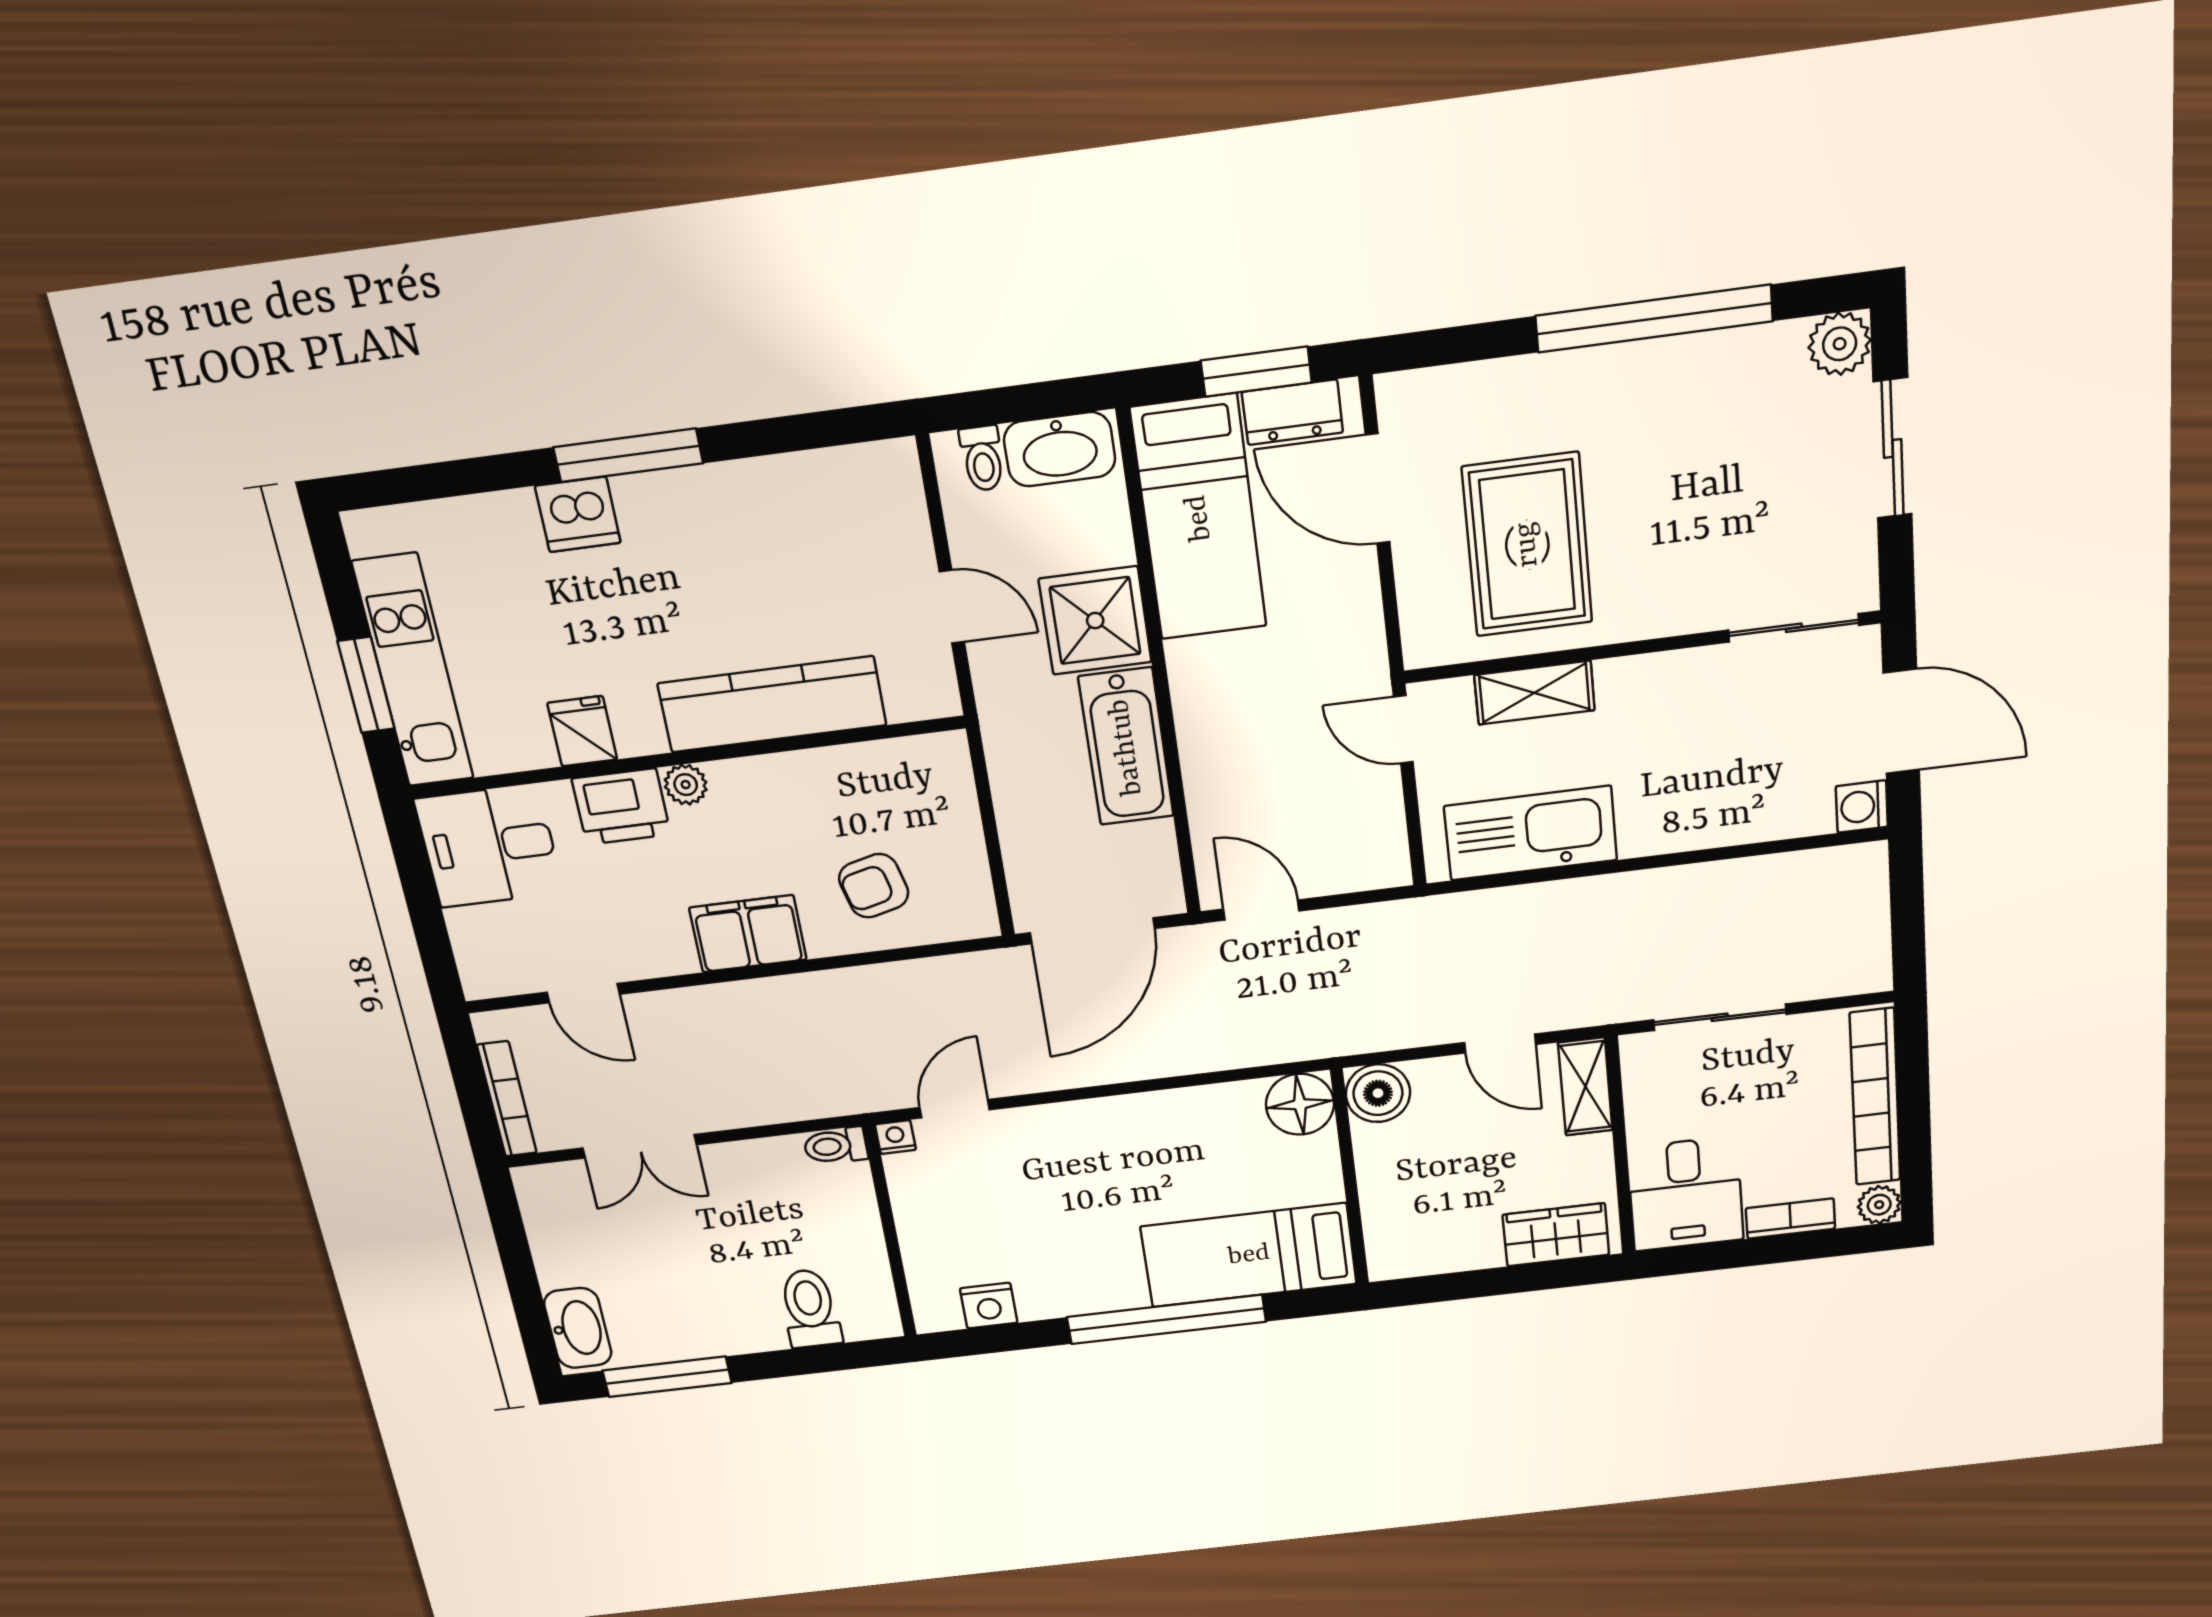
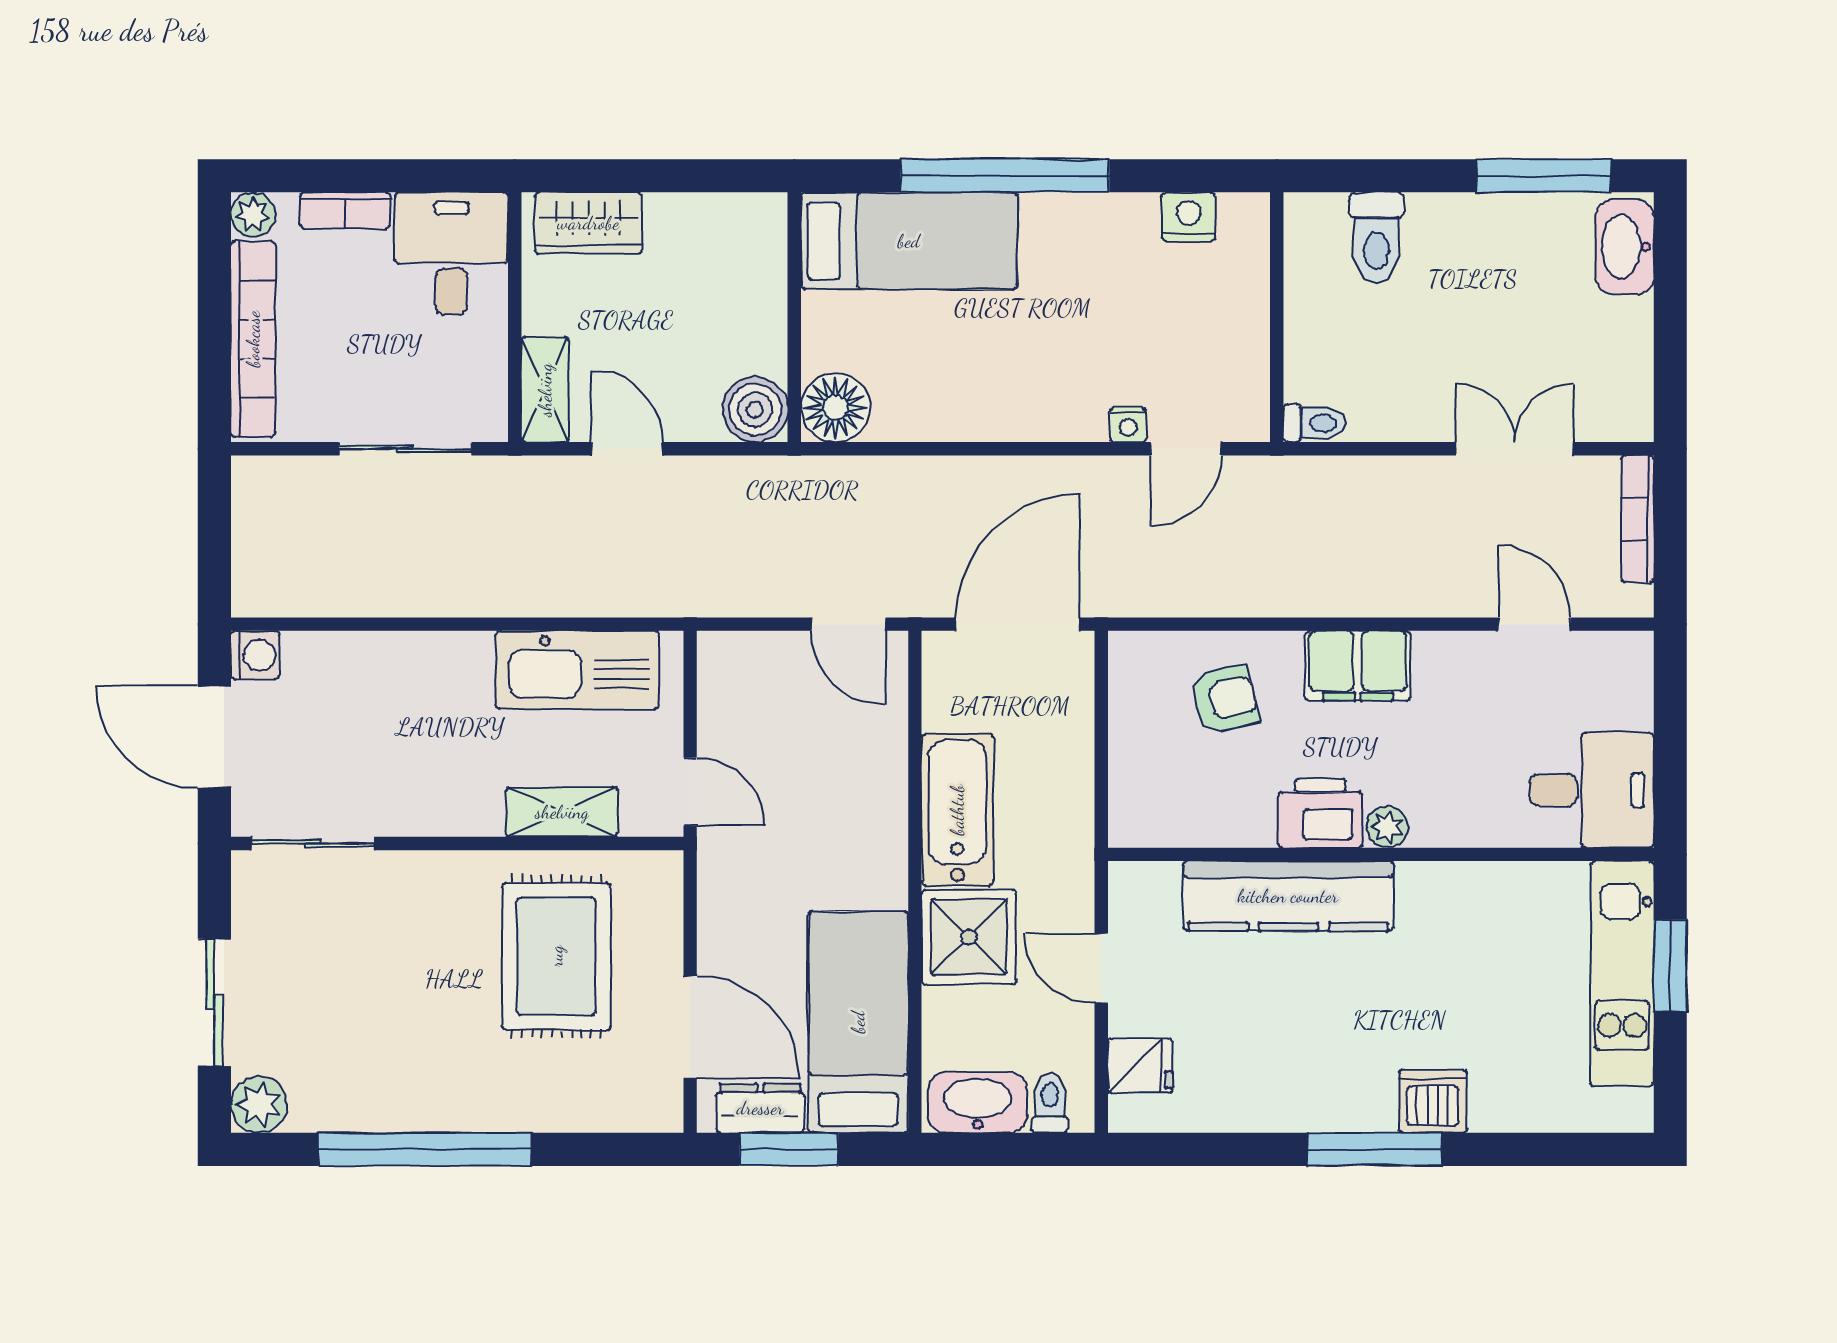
fridge: (582, 731) -> (1140, 1066), moved, turned -90
printer: (621, 807) -> (1320, 813), moved
nightstand: (895, 1137) -> (1128, 425), moved

